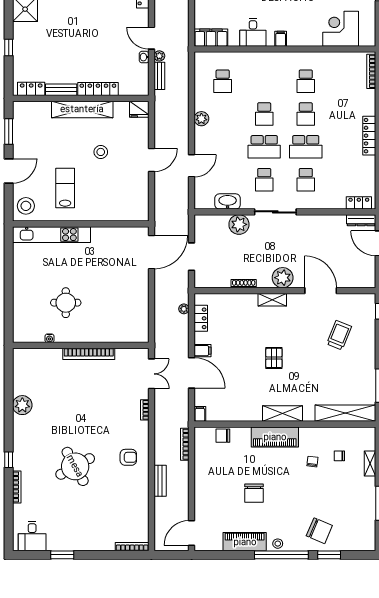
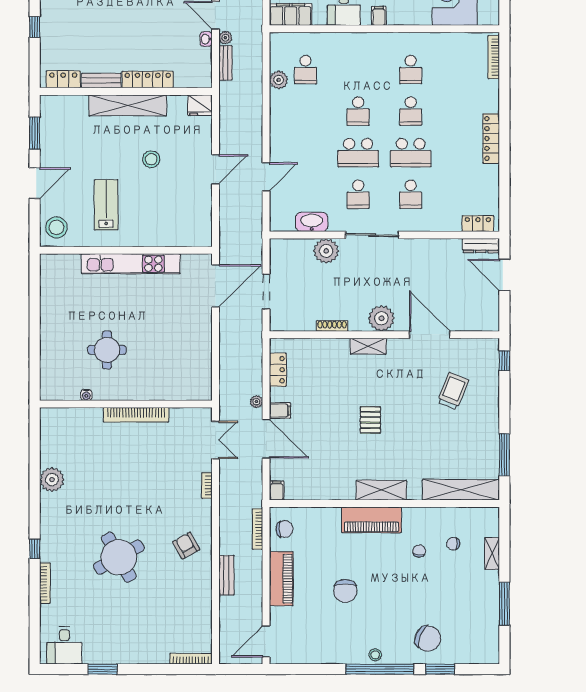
plant: (201, 119) -> (279, 80), moved
kitchen unit: (52, 235) -> (131, 264), moved
plant: (184, 309) -> (256, 402), moved
chair: (223, 436) -> (284, 529), moved, turned 180
armchair: (128, 457) -> (186, 546), turned -119
piano: (245, 542) -> (281, 579), moved, turned 90

